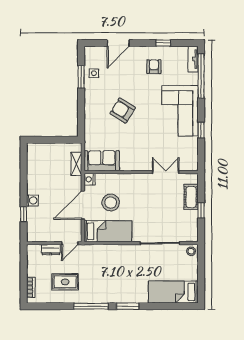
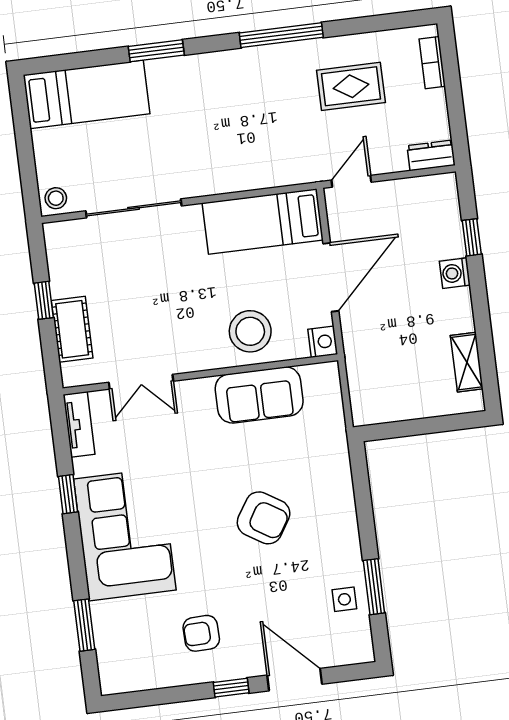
door: (118, 43) -> (295, 680), hinge flipped
window: (163, 43) -> (231, 688), moved
tv unit: (193, 59) -> (79, 424), moved
armchair: (154, 67) -> (201, 633), turned 88
window: (201, 76) -> (84, 625), width x0.47
sofa: (102, 161) -> (259, 395), moved
shelving: (76, 164) -> (467, 362), moved
stool: (111, 203) -> (250, 331), moved
dresser: (51, 250) -> (431, 155), moved
window: (128, 306) -> (156, 51), moved

